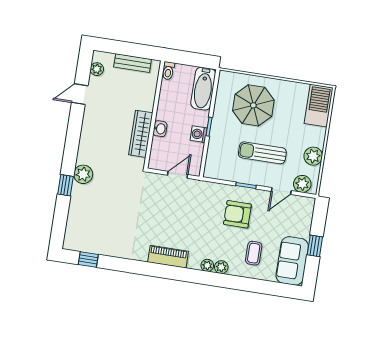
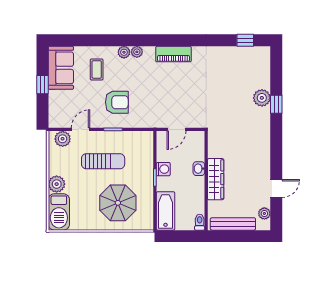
bench: (133, 63) -> (233, 224), width x1.36
wardrobe: (141, 134) -> (216, 179), moved
plant: (313, 156) -> (57, 184), moved
plant: (83, 174) -> (262, 98), moved

